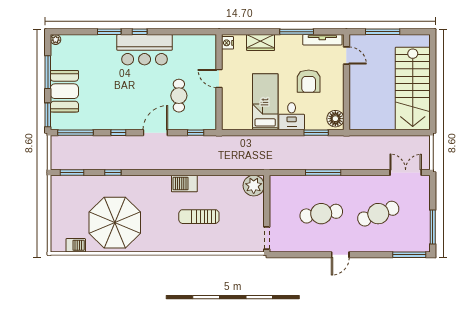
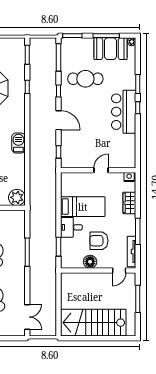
booth: (64, 91) -> (110, 49), moved
cafe table: (179, 96) -> (85, 79), moved, width x1.37, depth x1.35
floor lamp: (335, 119) -> (90, 262), moved

